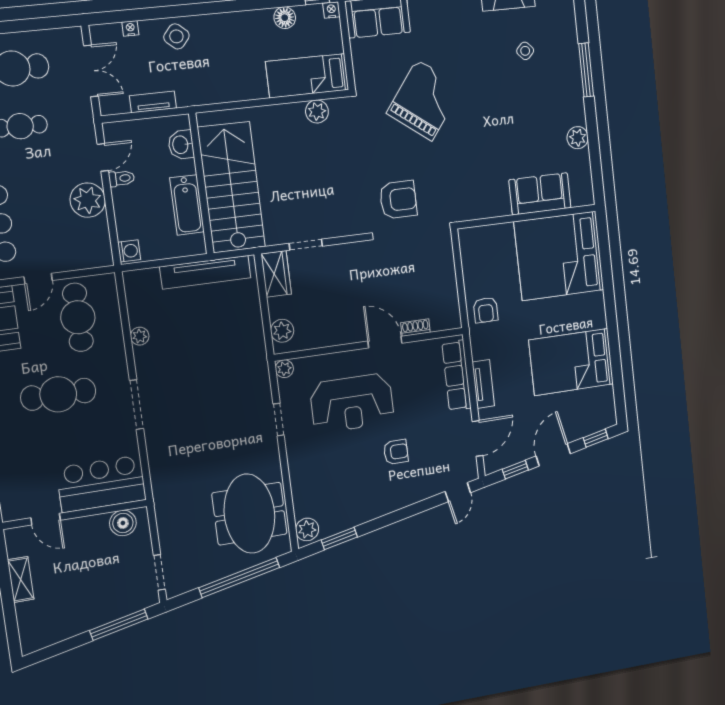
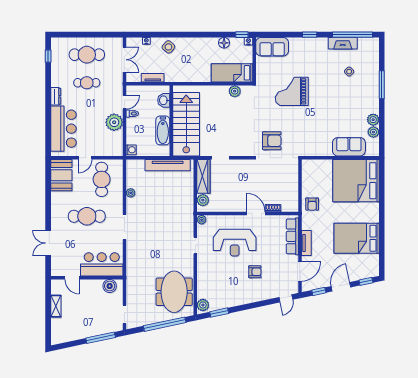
grand piano: (424, 100) -> (292, 91), turned -127
plant: (580, 161) -> (373, 132), added
wardrobe: (276, 274) -> (203, 176), width x1.50

